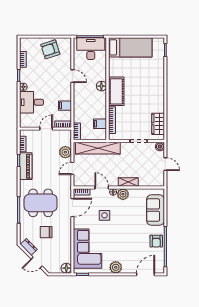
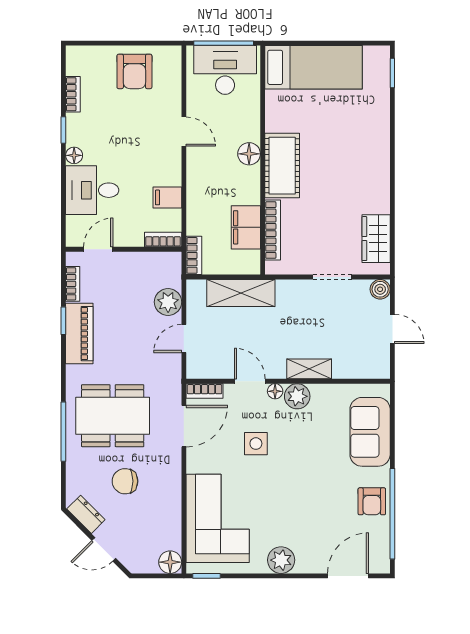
armchair: (50, 49) -> (134, 71), turned -72
filing cabinet: (100, 124) -> (246, 227), width x2.00
door: (46, 129) -> (98, 249), moved
shelving: (98, 148) -> (241, 293), width x0.68

